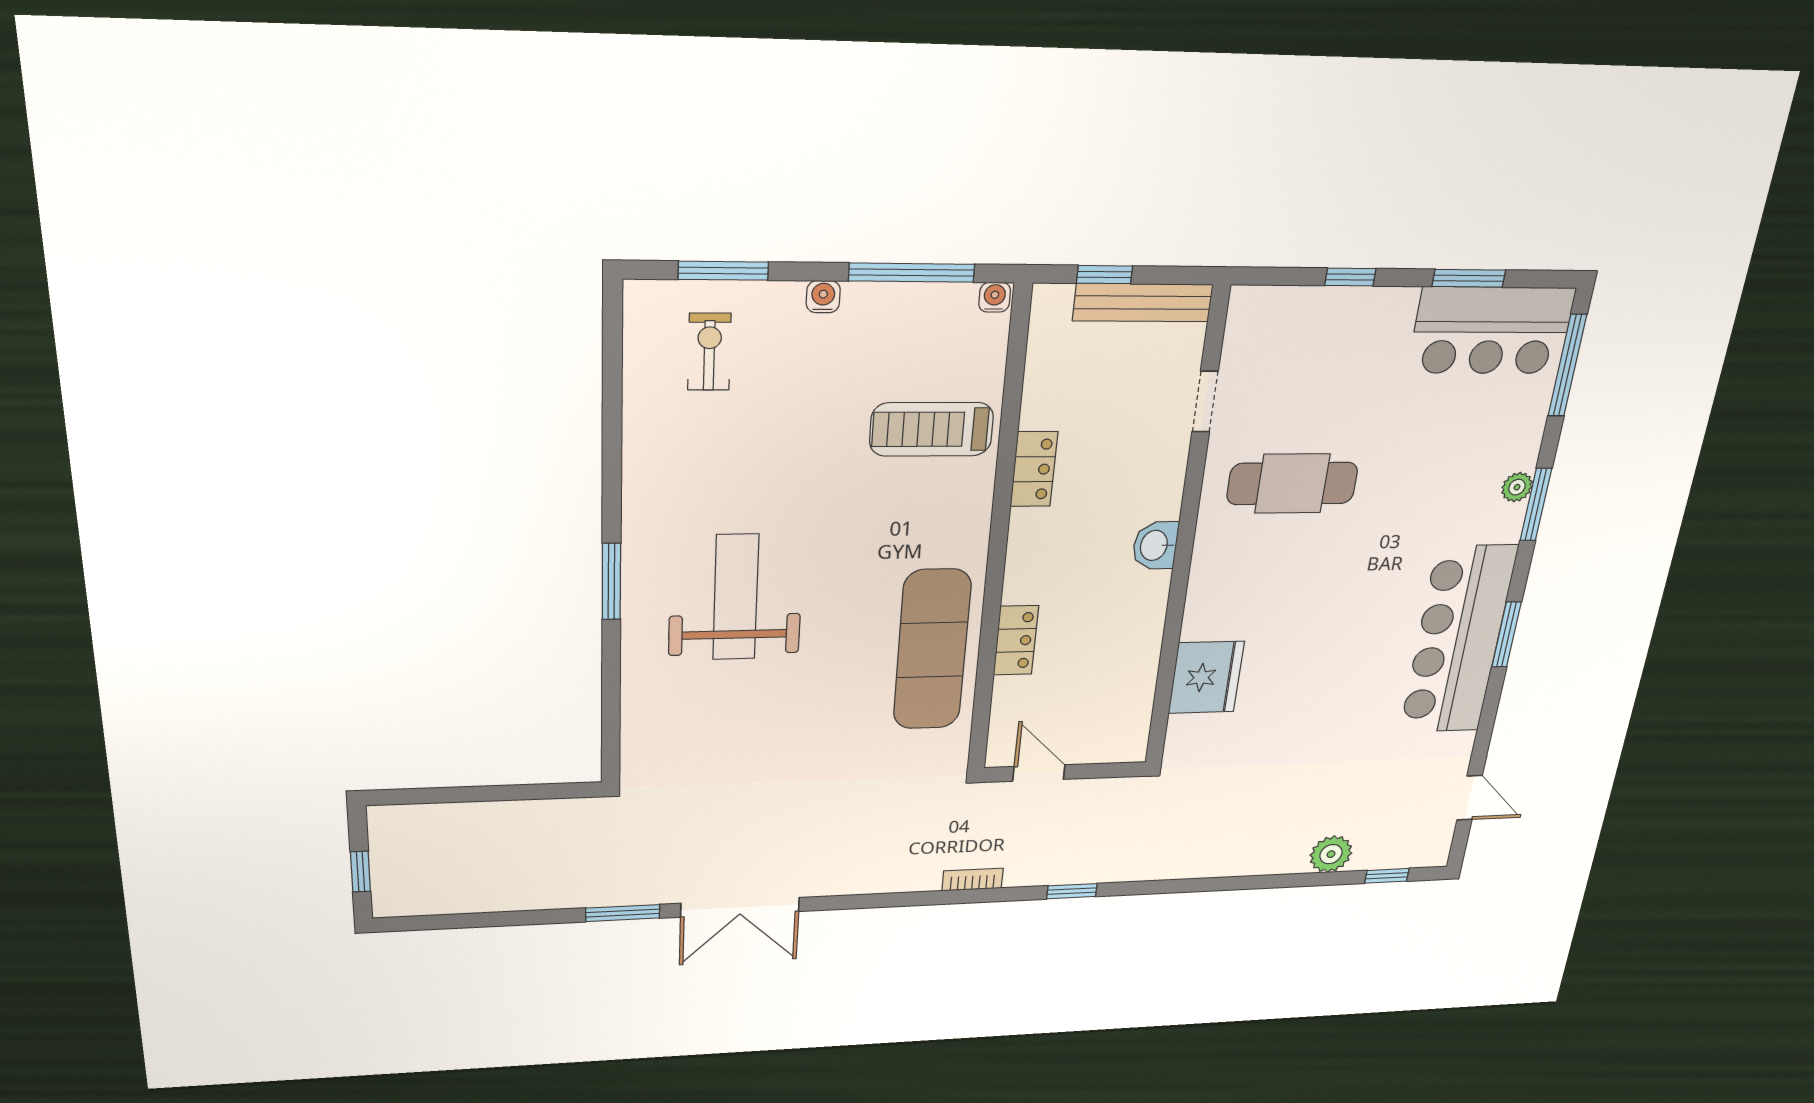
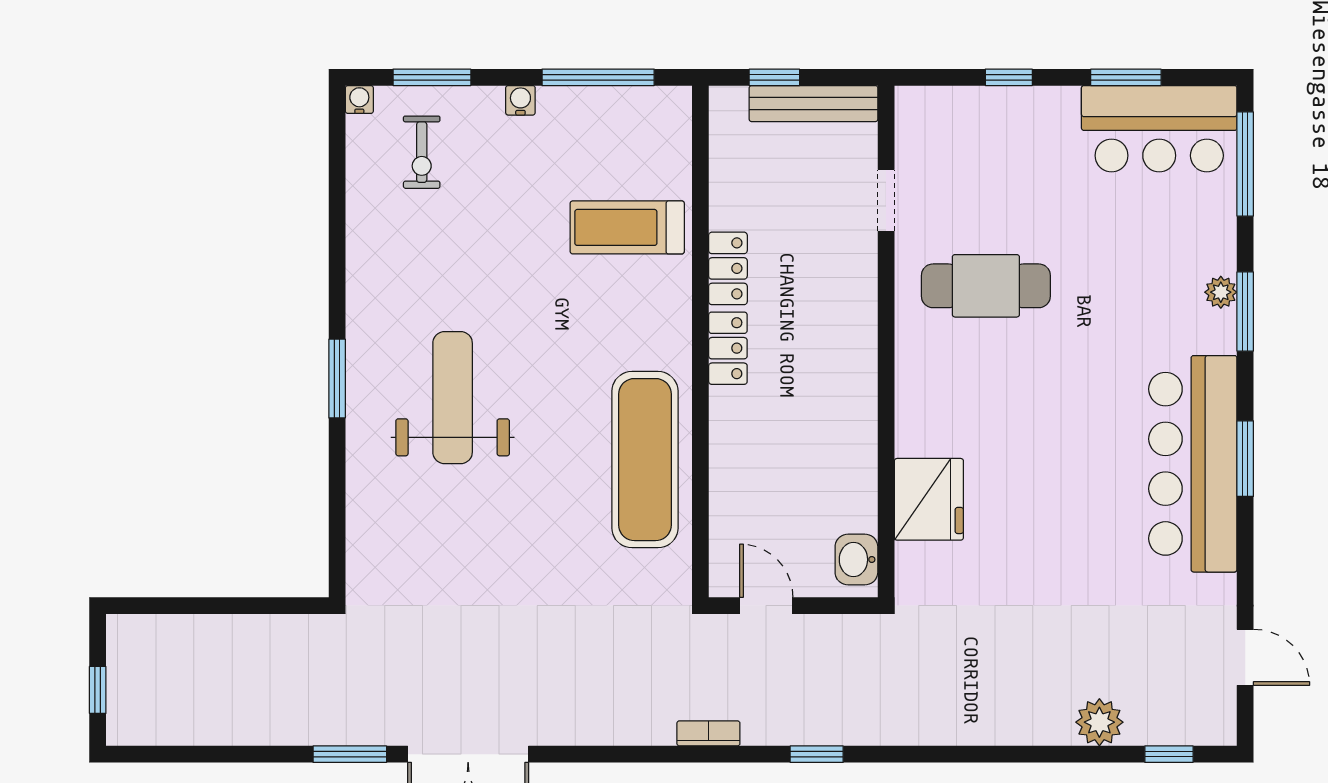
water cooler: (995, 297) -> (359, 100), moved
exercise bike: (709, 352) -> (422, 152), turned 180
washbasin: (1155, 545) -> (856, 560), moved
locker: (1016, 640) -> (728, 348), moved

